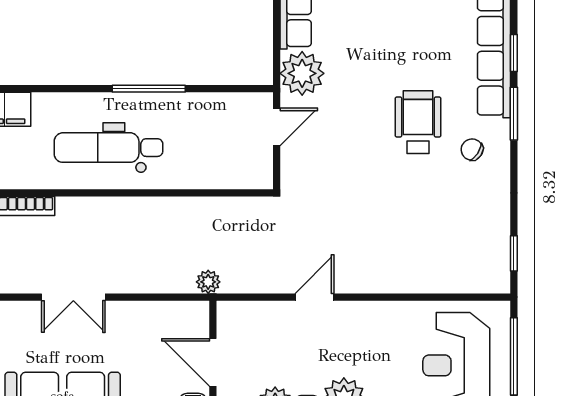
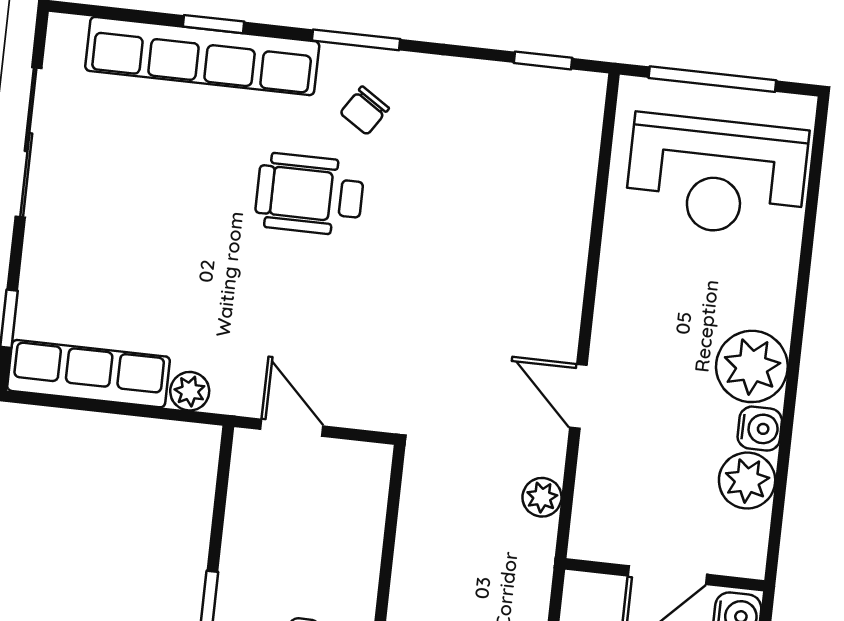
plant: (302, 73) -> (190, 391), width x0.53, depth x0.53
window: (514, 114) -> (356, 40), moved
plant: (208, 282) -> (542, 497), moved

